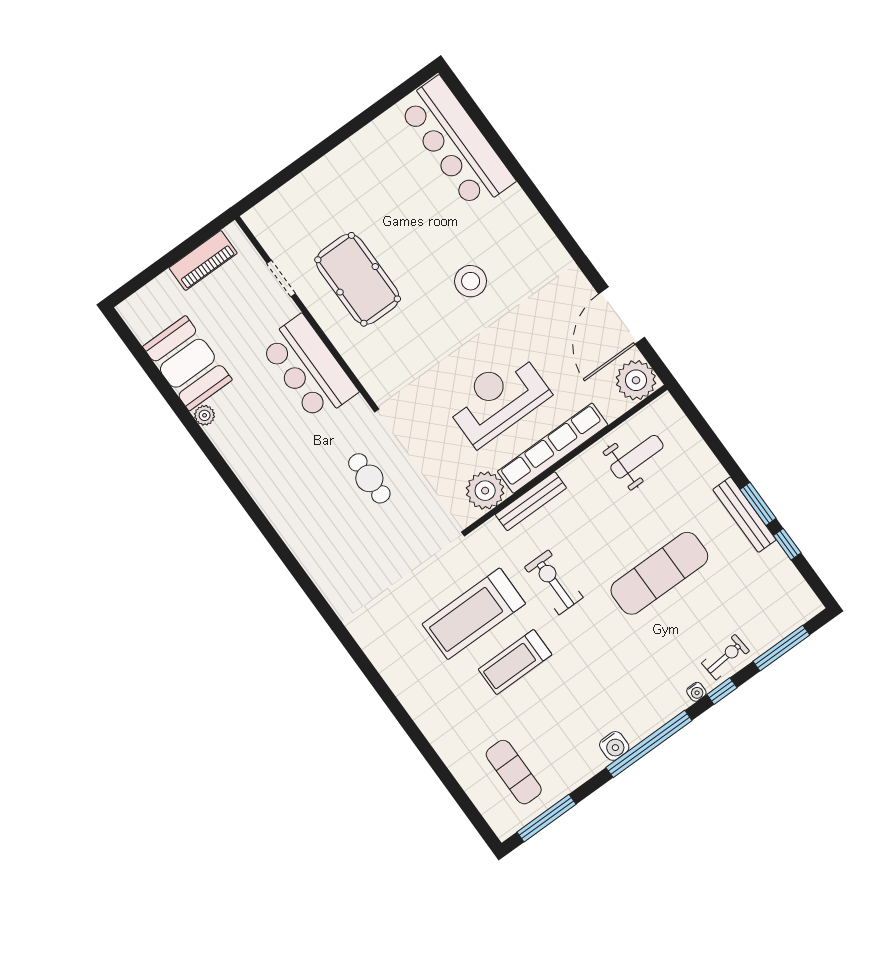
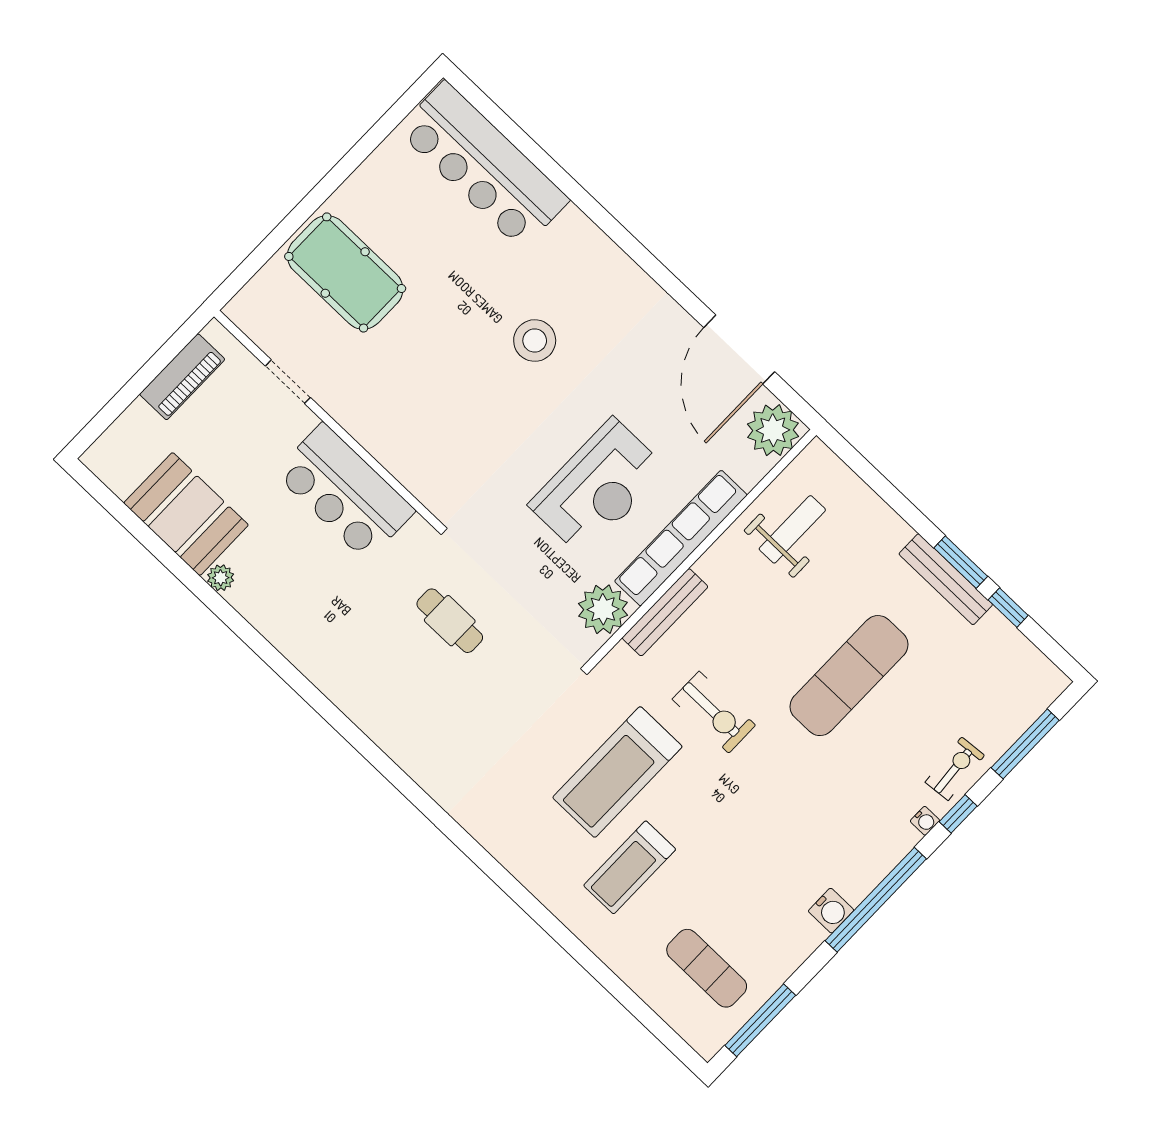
pool table: (358, 279) -> (345, 272), moved
reception desk: (498, 399) -> (598, 487), turned 180
exercise bike: (554, 582) -> (714, 712), turned 180
treadmill: (515, 662) -> (630, 867), moved

